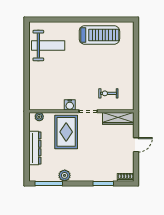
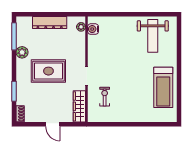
water cooler: (70, 105) -> (93, 29), moved
rug: (66, 132) -> (48, 71), moved

